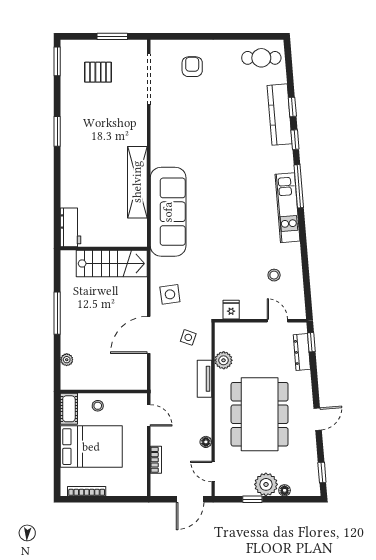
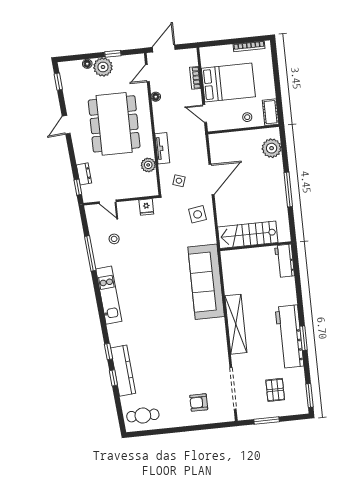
armchair: (192, 67) -> (199, 402), turned 90
pallet: (98, 72) -> (275, 390), turned 90
workbench: (74, 135) -> (289, 336), added
shelving: (137, 182) -> (236, 324), moved
window: (299, 186) -> (90, 253), moved
dresser: (302, 352) -> (84, 174), width x0.70
plant: (67, 360) -> (272, 148), width x1.88, depth x1.88
bed: (91, 447) -> (228, 82), moved, turned 180
door: (213, 471) -> (147, 73), swing flipped

